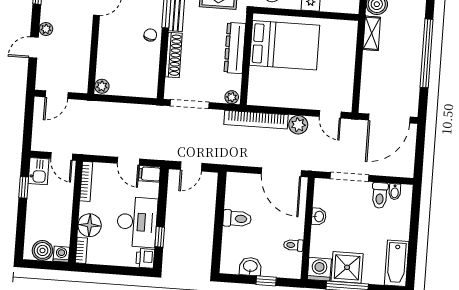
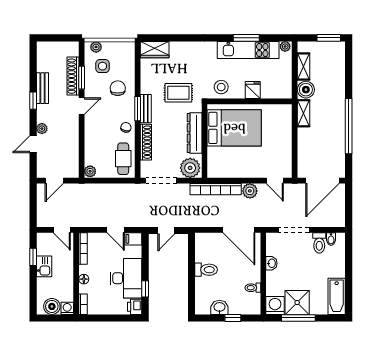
cafe table: (144, 74) -> (123, 159), added
plant: (232, 97) -> (190, 168), width x1.88, depth x1.88
kitchen sink: (39, 171) -> (44, 266), moved
floor lamp: (90, 225) -> (84, 279), width x0.53, depth x0.53

